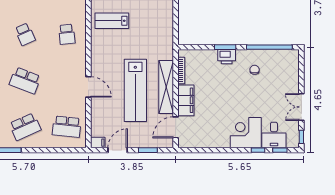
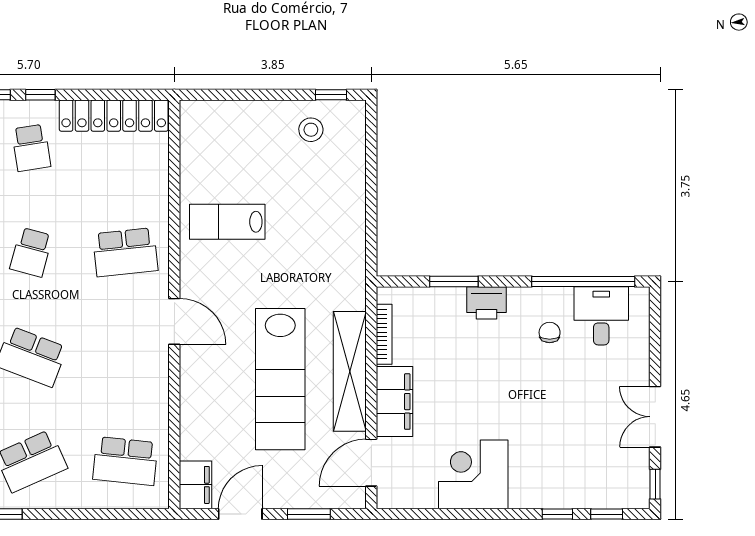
school desk: (25, 34) -> (31, 252), turned 39
school desk: (67, 34) -> (125, 252), width x1.85
window: (225, 47) -> (454, 281), moved
door: (88, 87) -> (174, 321), moved
corner desk: (246, 133) -> (473, 474), moved
desk: (274, 135) -> (601, 316), moved, turned 180
filing cabinet: (98, 143) -> (196, 485), width x2.00

